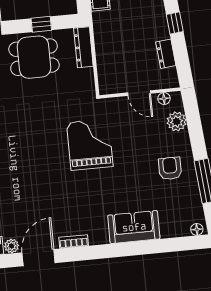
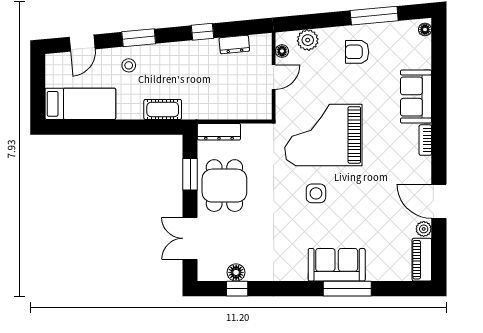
window: (41, 24) -> (190, 174), width x1.50
side table: (35, 143) -> (316, 193), added
grand piano: (90, 144) -> (323, 135), width x1.37, depth x1.48
bookcase: (74, 242) -> (425, 140), moved

